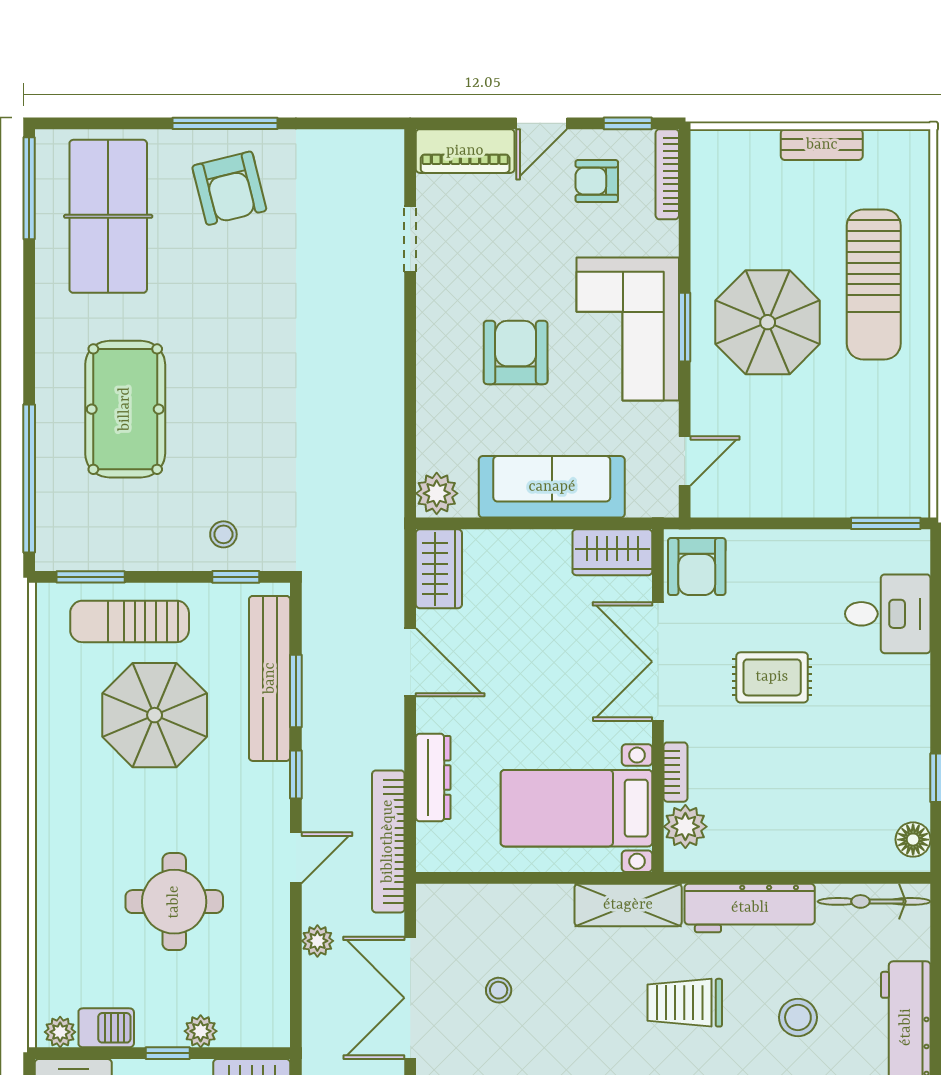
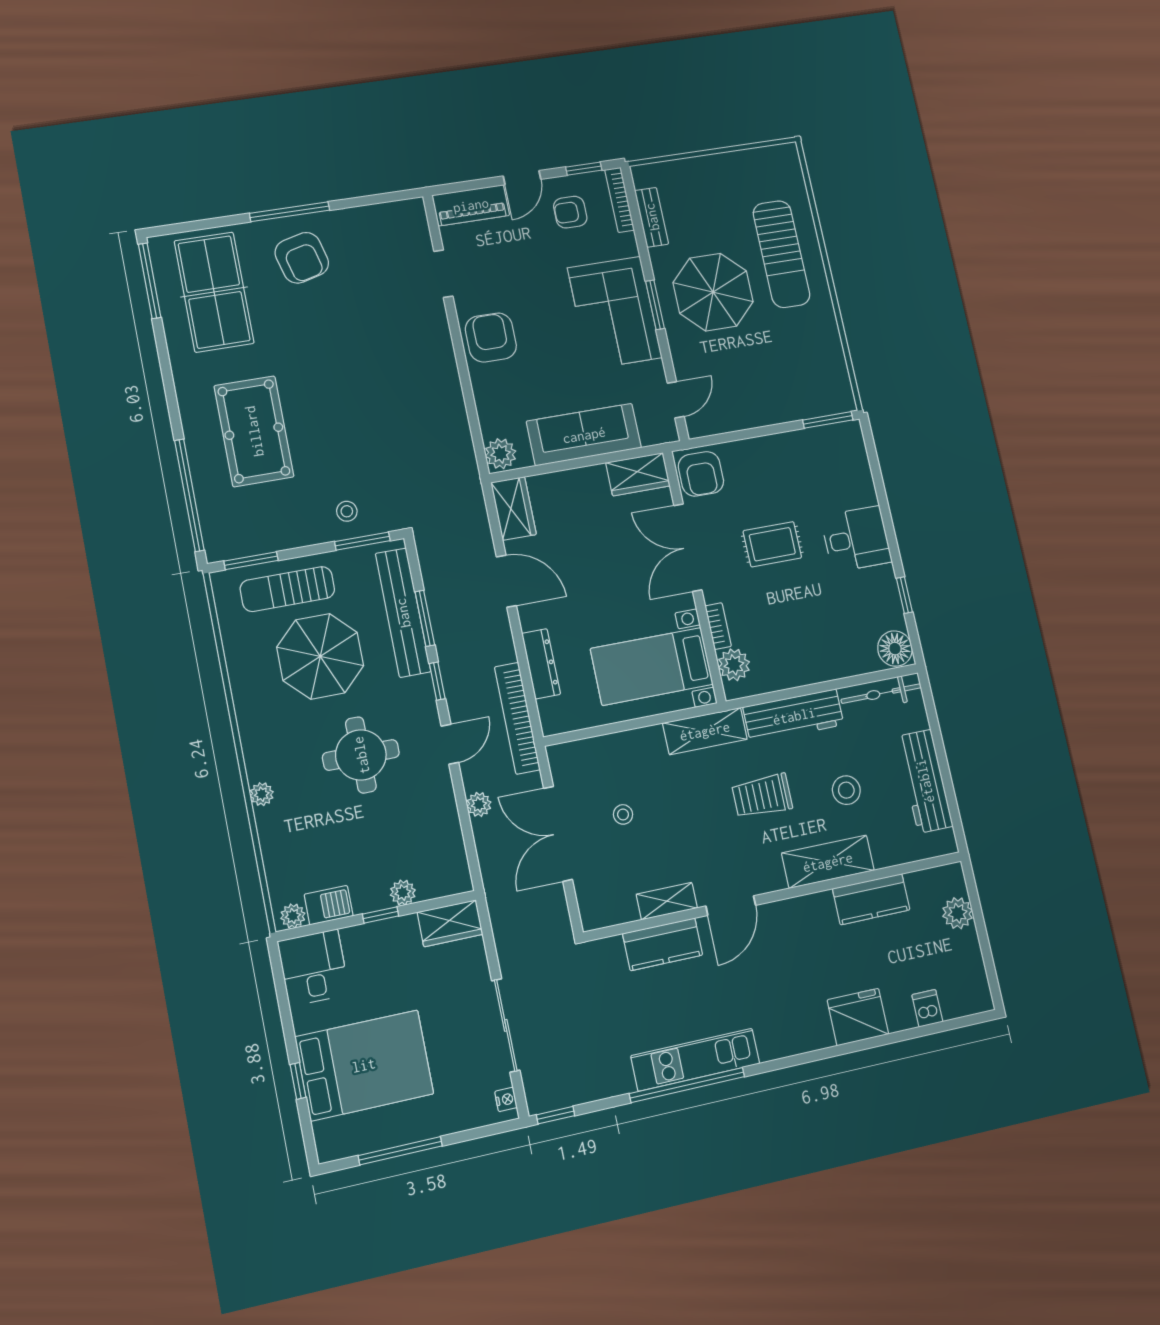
bench: (822, 145) -> (652, 217), moved, turned 90
armchair: (516, 352) -> (491, 337), moved
window: (236, 577) -> (362, 541), width x1.50
desk: (888, 614) -> (856, 539), moved
floor lamp: (913, 840) -> (895, 649), width x1.38, depth x1.38
plant: (50, 874) -> (262, 794), added
round table: (174, 902) -> (361, 755), moved

